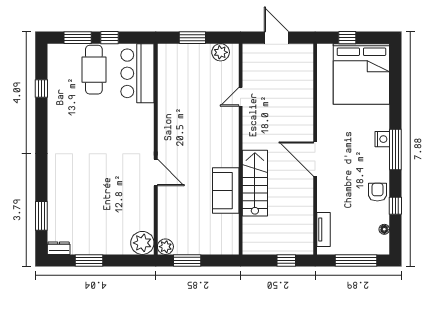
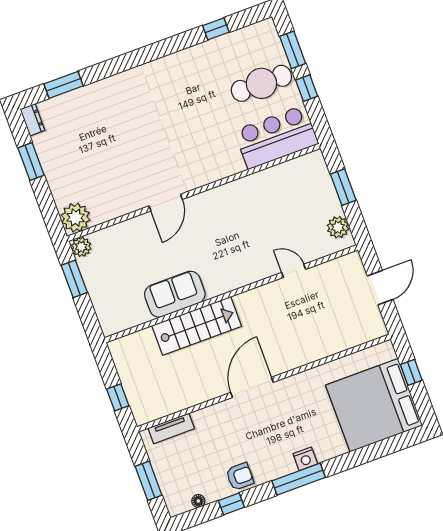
window: (356, 260) -> (149, 481), width x0.69

